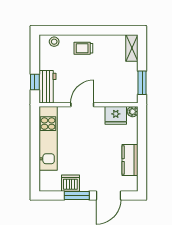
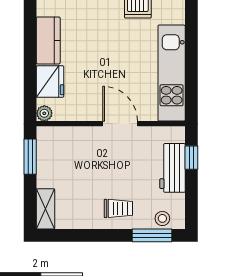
window: (61, 30) -> (152, 235), added
workbench: (47, 87) -> (172, 168), moved
door: (82, 105) -> (120, 124), swing flipped
fridge: (116, 115) -> (50, 82), moved, turned 90

